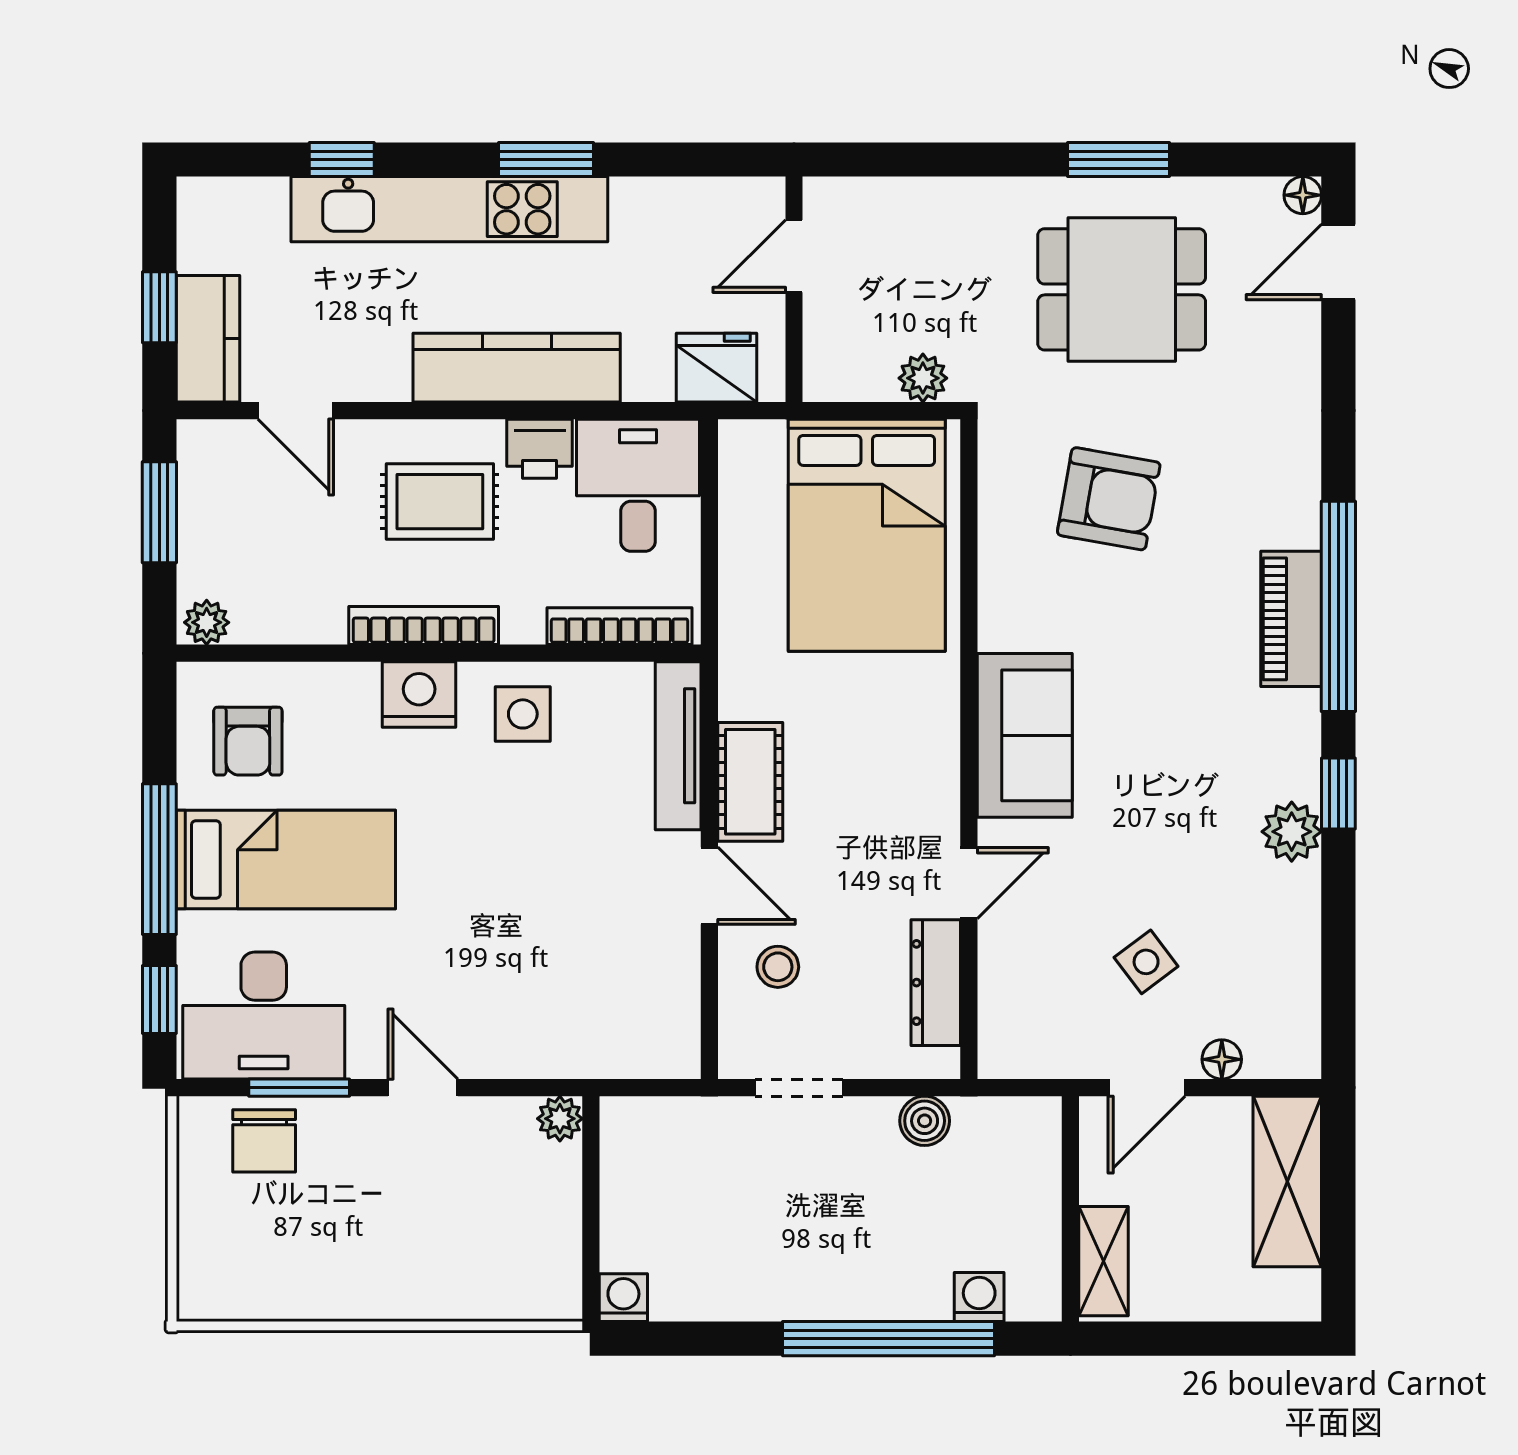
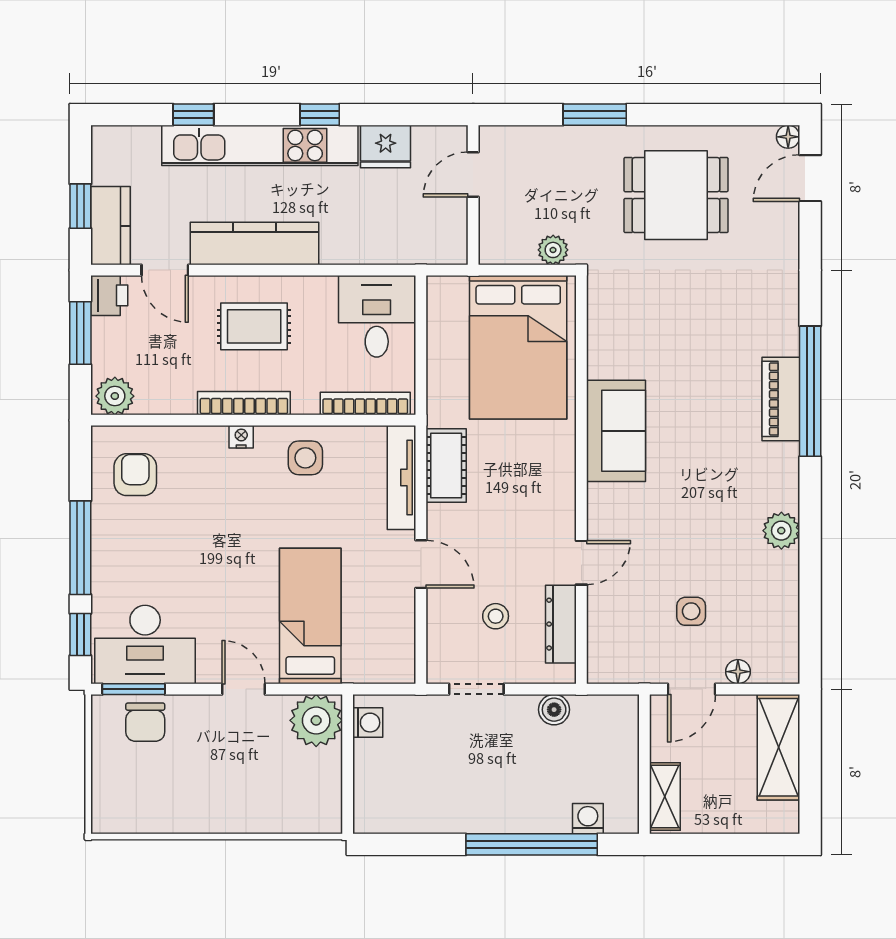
window: (546, 160) -> (320, 115), width x0.67
window: (1119, 160) -> (595, 115), moved
kitchen counter: (517, 368) -> (254, 243), moved
fridge: (716, 368) -> (386, 147), moved, turned 180
printer: (540, 449) -> (109, 295), moved, turned -90
armchair: (1109, 499) -> (668, 325), removed
plant: (207, 622) -> (115, 396), width x1.38, depth x1.38
nightstand: (419, 694) -> (241, 437), width x0.53, depth x0.56
sofa: (1025, 735) -> (616, 431), moved
armchair: (248, 741) -> (135, 475), turned 180
cot: (750, 782) -> (446, 466), moved
window: (1338, 793) -> (810, 507), removed
bed: (286, 860) -> (310, 616), moved, turned -90
side table: (1146, 962) -> (691, 611), turned 37
stool: (778, 967) -> (496, 616), moved
window: (299, 1088) -> (134, 689), moved
plant: (560, 1119) -> (316, 720), width x1.87, depth x1.87
washing machine: (623, 1298) -> (368, 723), moved, turned 90

